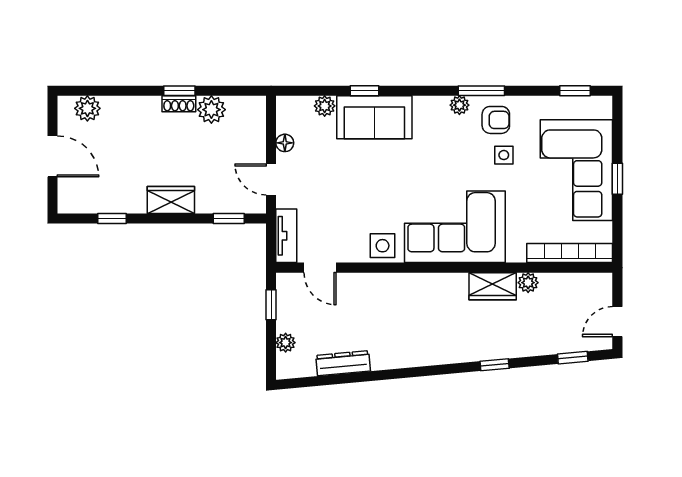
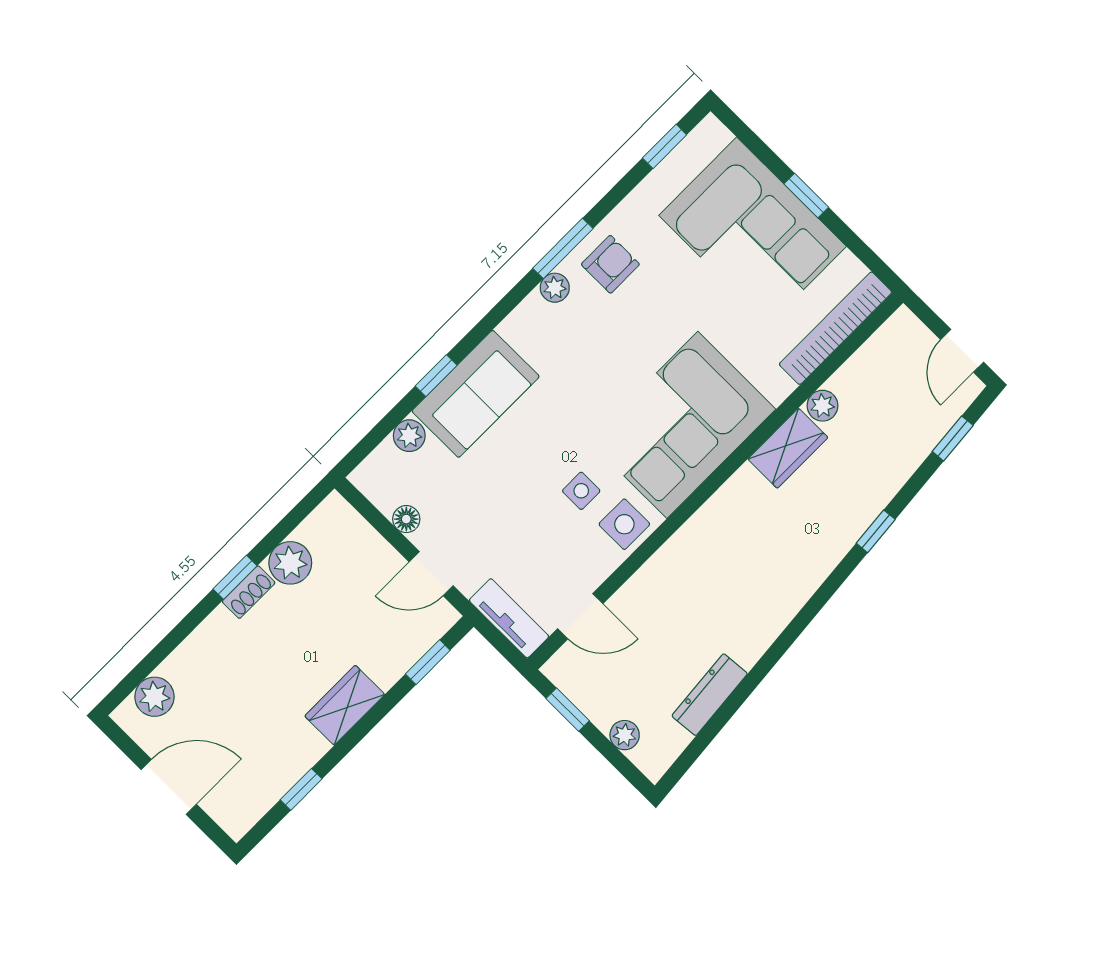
side table: (504, 155) -> (581, 491), moved

